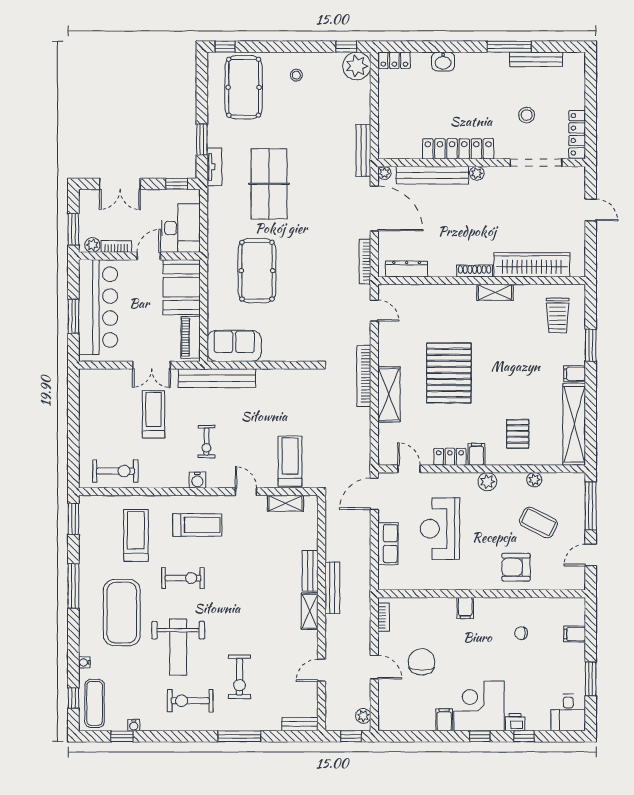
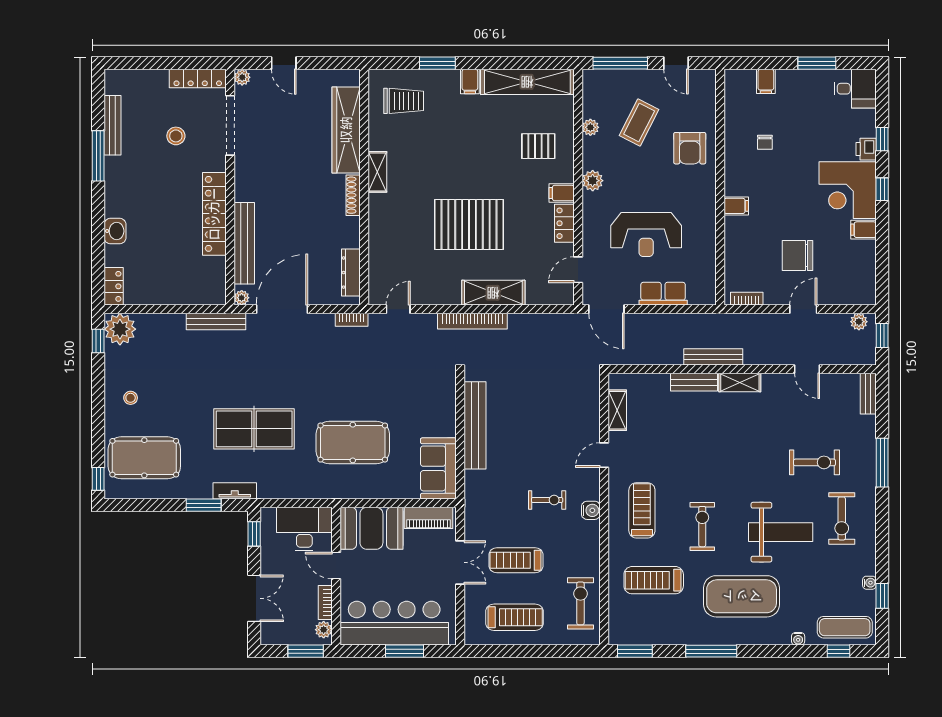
plant: (477, 173) -> (242, 77), moved
door: (591, 210) -> (284, 63), swing flipped
bookcase: (365, 262) -> (352, 320), width x0.64
bench: (217, 378) -> (475, 425), moved
treadmill: (290, 461) -> (515, 617), moved, turned 180

